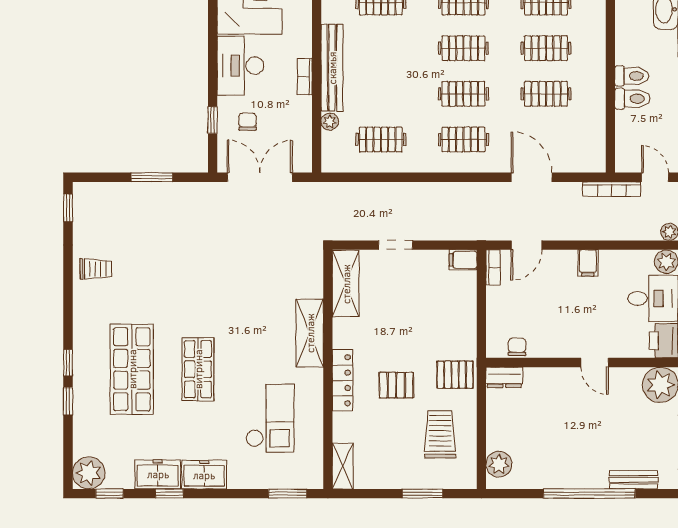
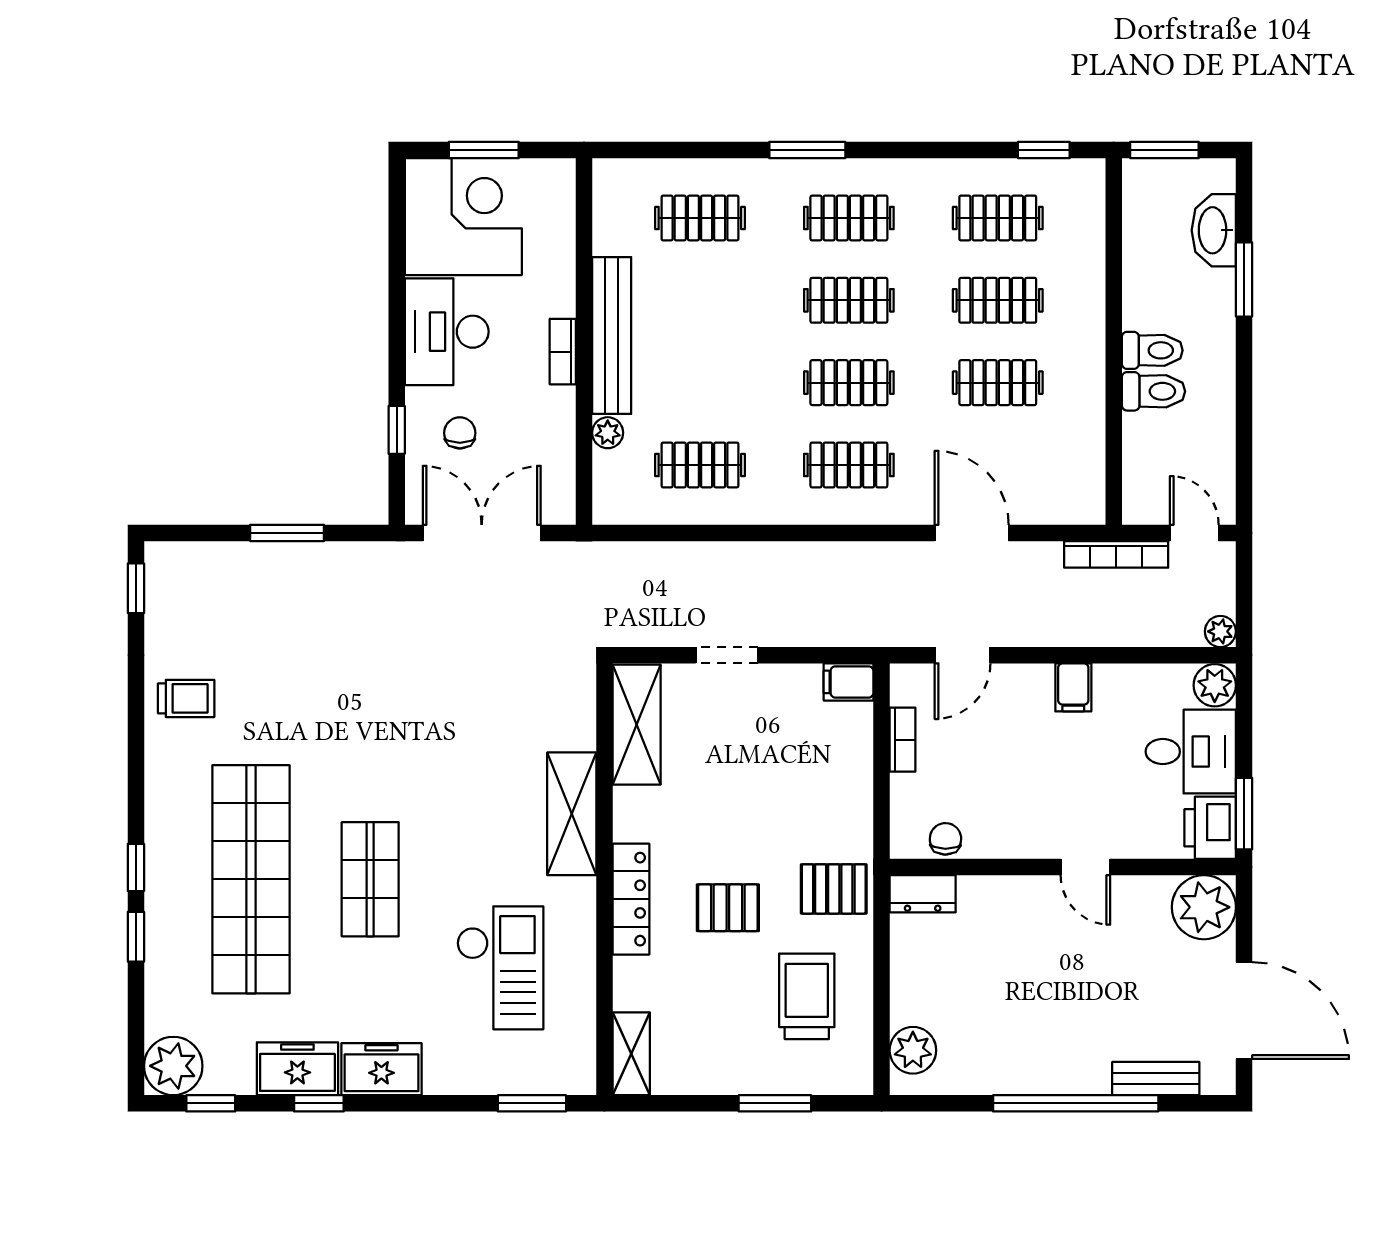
bookcase: (493, 267) -> (902, 740), moved
shop shelf: (132, 369) -> (251, 879), width x1.40

